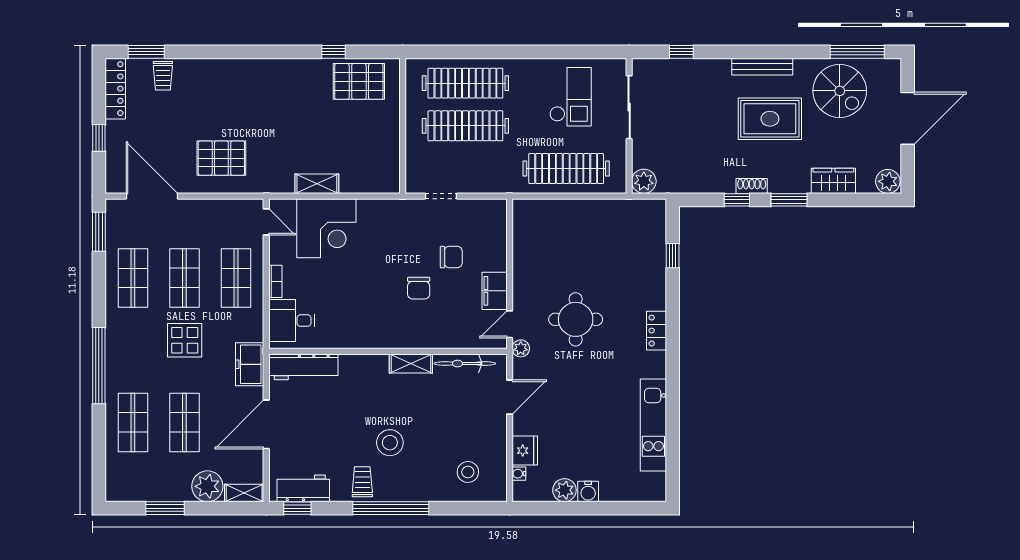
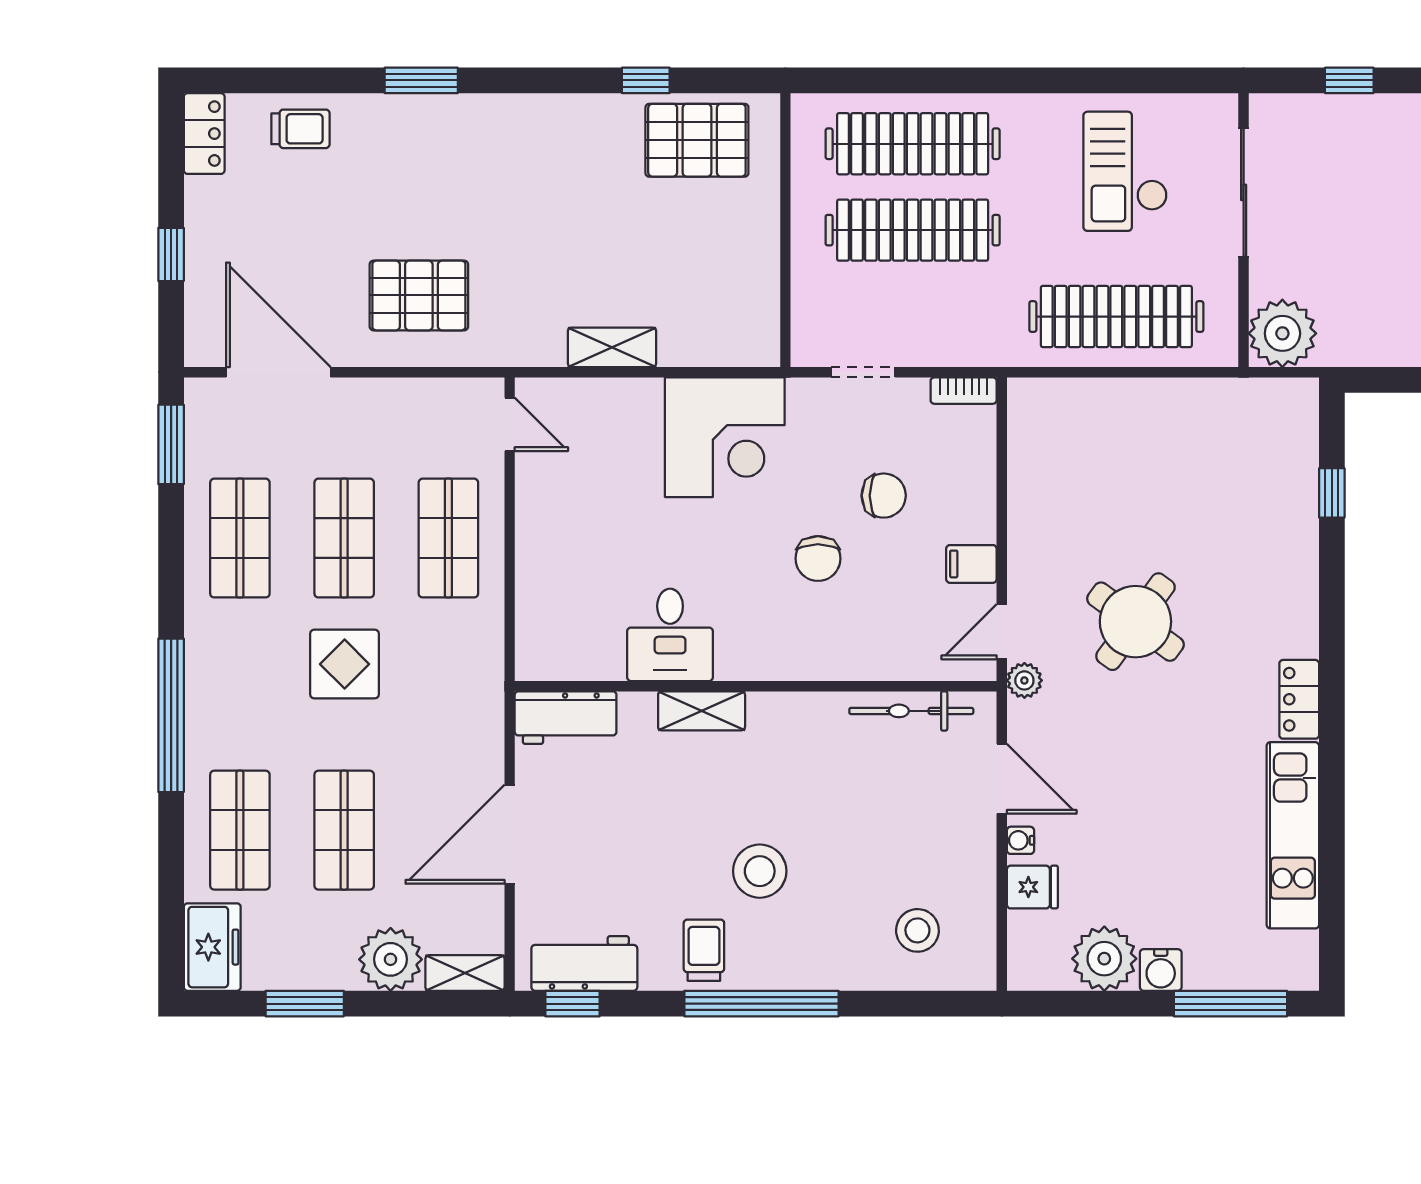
window: (146, 52) -> (421, 80), moved
trolley: (163, 76) -> (300, 129), turned -90
locker: (115, 89) -> (204, 134), width x0.66
checkout: (571, 97) -> (1125, 171), turned 180
plant: (644, 181) -> (1282, 333), width x1.36, depth x1.36
corner desk: (326, 228) -> (725, 437), moved
bookcase: (275, 281) -> (964, 391), moved, turned 90
filing cabinet: (495, 291) -> (971, 564), width x0.50
round table: (576, 319) -> (1135, 622), turned 36
desk: (292, 321) -> (670, 635), moved, turned -90
locker: (657, 331) -> (1299, 699), moved
shelving: (411, 363) -> (702, 711), moved
freezer: (250, 364) -> (212, 947), moved, turned 180
workbench: (303, 367) -> (566, 718), width x0.73
door: (510, 397) -> (1002, 779), hinge flipped
fridge: (525, 451) -> (1032, 887), width x0.72
water cooler: (519, 474) -> (1020, 840), moved
plant: (564, 490) -> (1104, 959), width x1.36, depth x1.36
window: (623, 508) -> (1230, 1004), added

